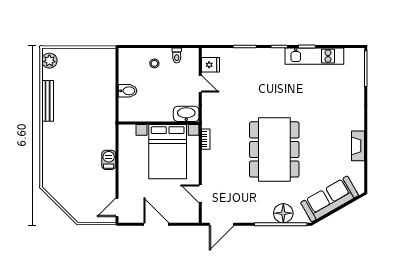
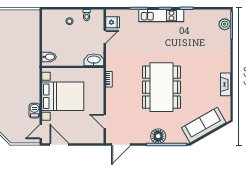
kitchen unit: (314, 56) -> (161, 16), moved
plant: (357, 67) -> (225, 24), added
door: (200, 84) -> (105, 37), hinge flipped
bidet: (128, 91) -> (49, 57), moved
bed with nightstands: (168, 152) -> (63, 96), moved, turned -90
barbecue: (109, 160) -> (34, 111), moved
floor lamp: (283, 213) -> (158, 136), moved
door: (156, 224) -> (59, 145), moved

